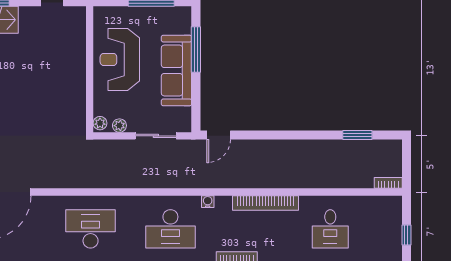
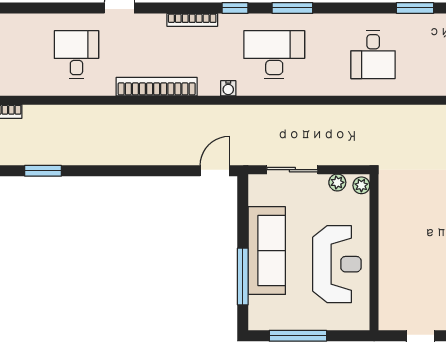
desk: (91, 229) -> (373, 55), width x0.73

